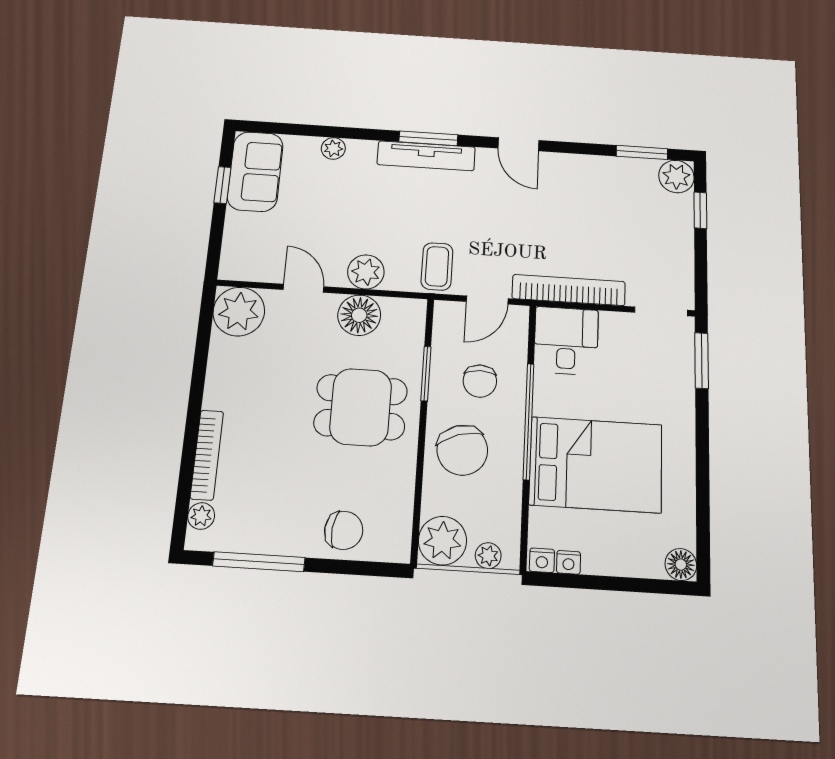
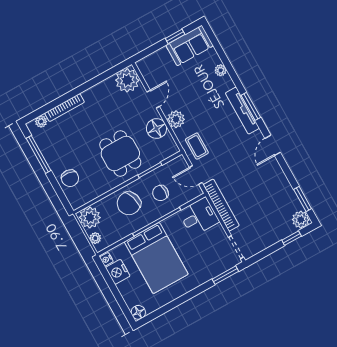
coffee table: (437, 266) -> (197, 146), turned 90
nightstand: (569, 562) -> (118, 272), width x1.89, depth x1.79

